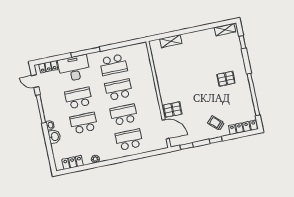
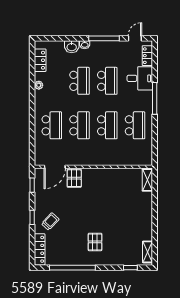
shelving: (171, 41) -> (147, 180), moved
school desk: (113, 65) -> (135, 125), turned 180
desk: (74, 68) -> (140, 78), width x0.73

